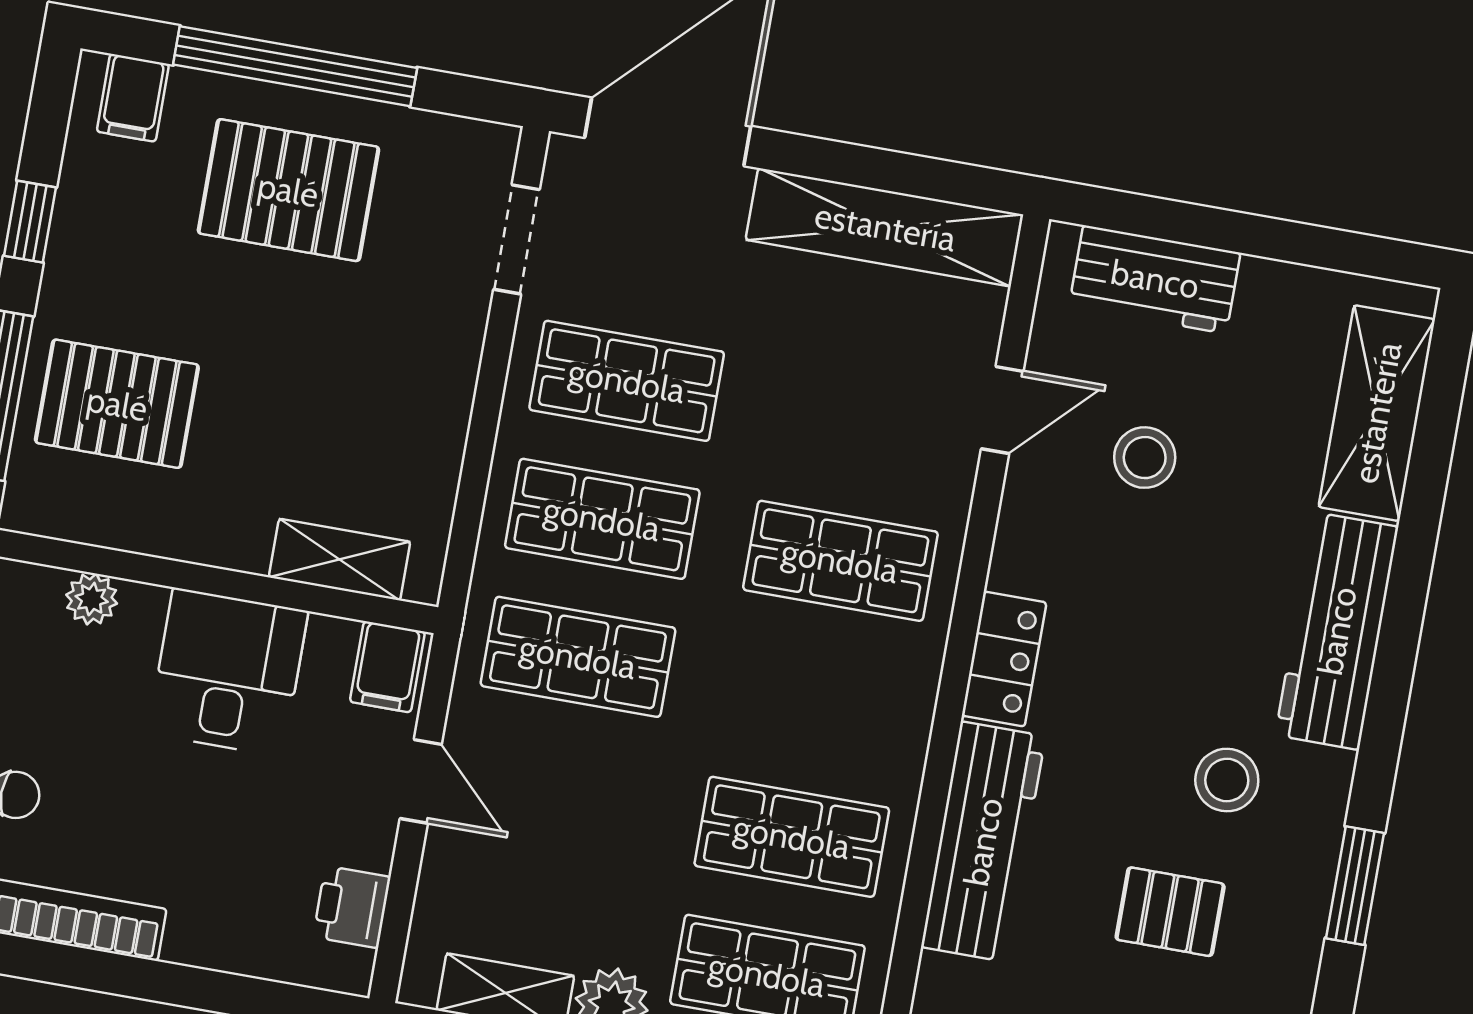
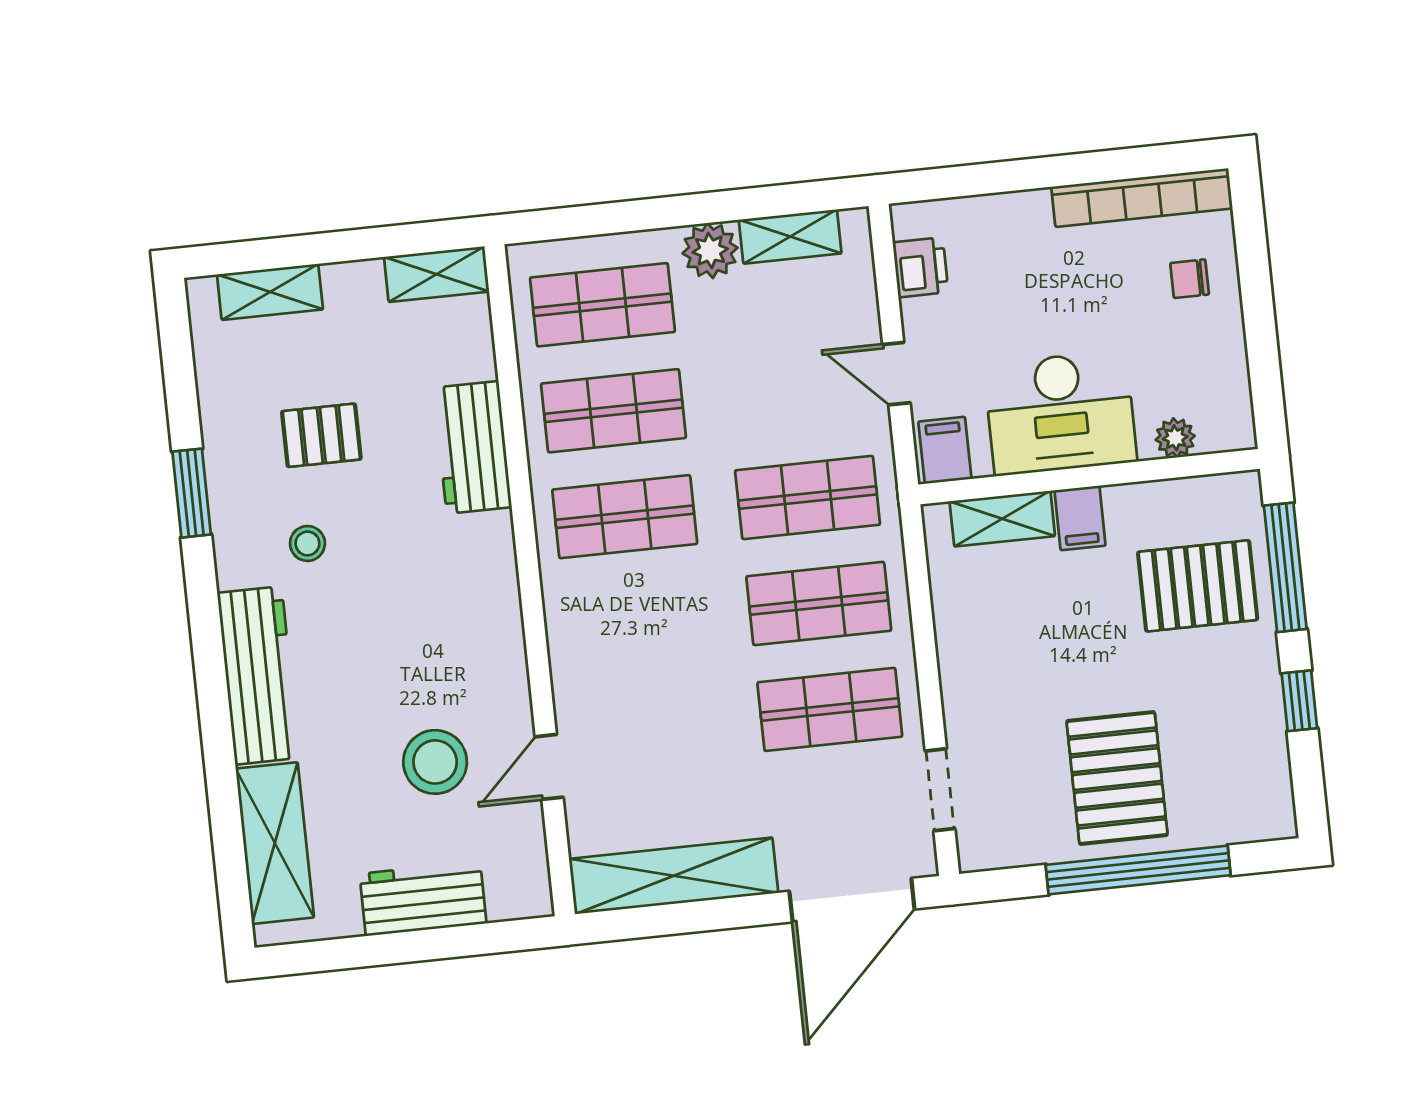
filing cabinet: (133, 98) -> (1080, 518), moved, turned 180
pallet: (288, 190) -> (1117, 778), turned 90
workbench: (1155, 279) -> (423, 899), moved
stool: (1145, 458) -> (435, 762), width x1.38, depth x1.38
shop shelf: (840, 561) -> (625, 517), moved
locker: (1004, 659) -> (496, 585), removed
desk: (228, 672) -> (1060, 413), width x1.37
stool: (1227, 780) -> (307, 543), width x0.73, depth x0.73
workbench: (983, 842) -> (473, 447), width x0.73

